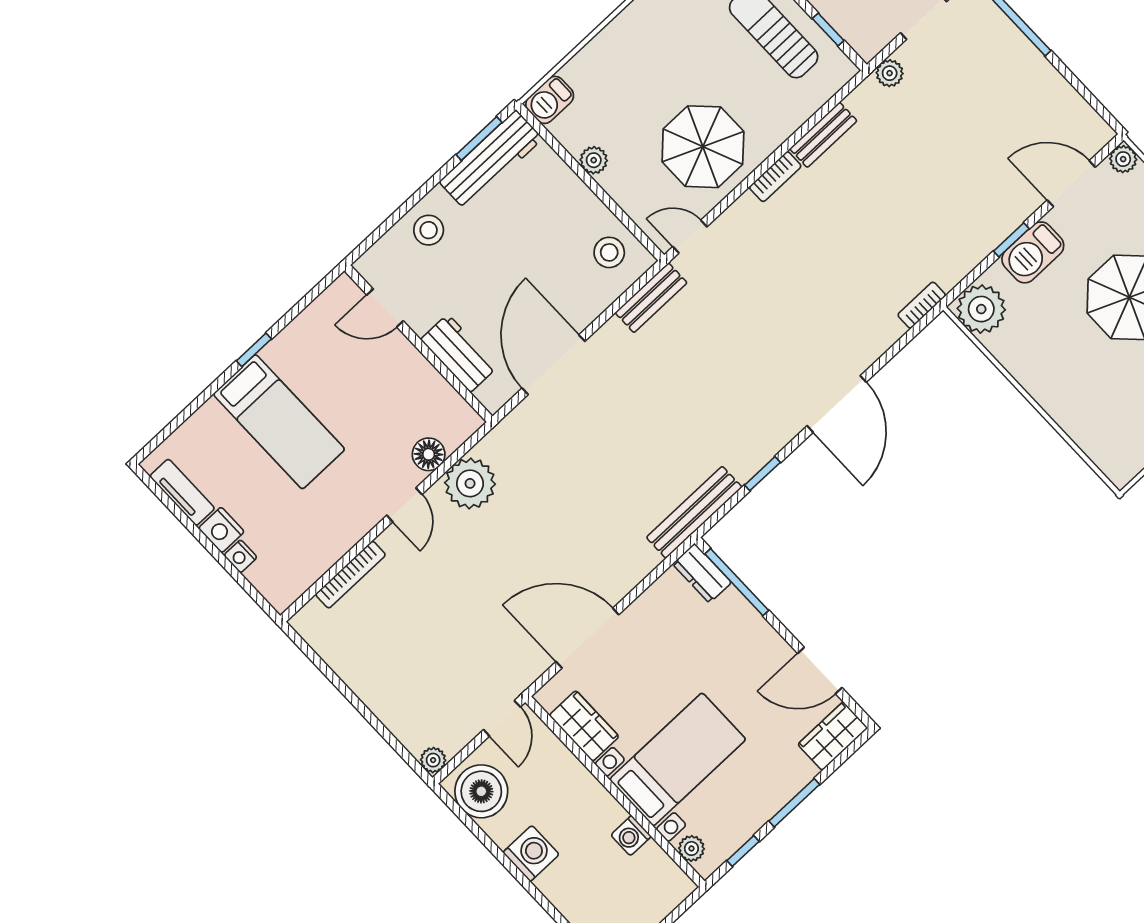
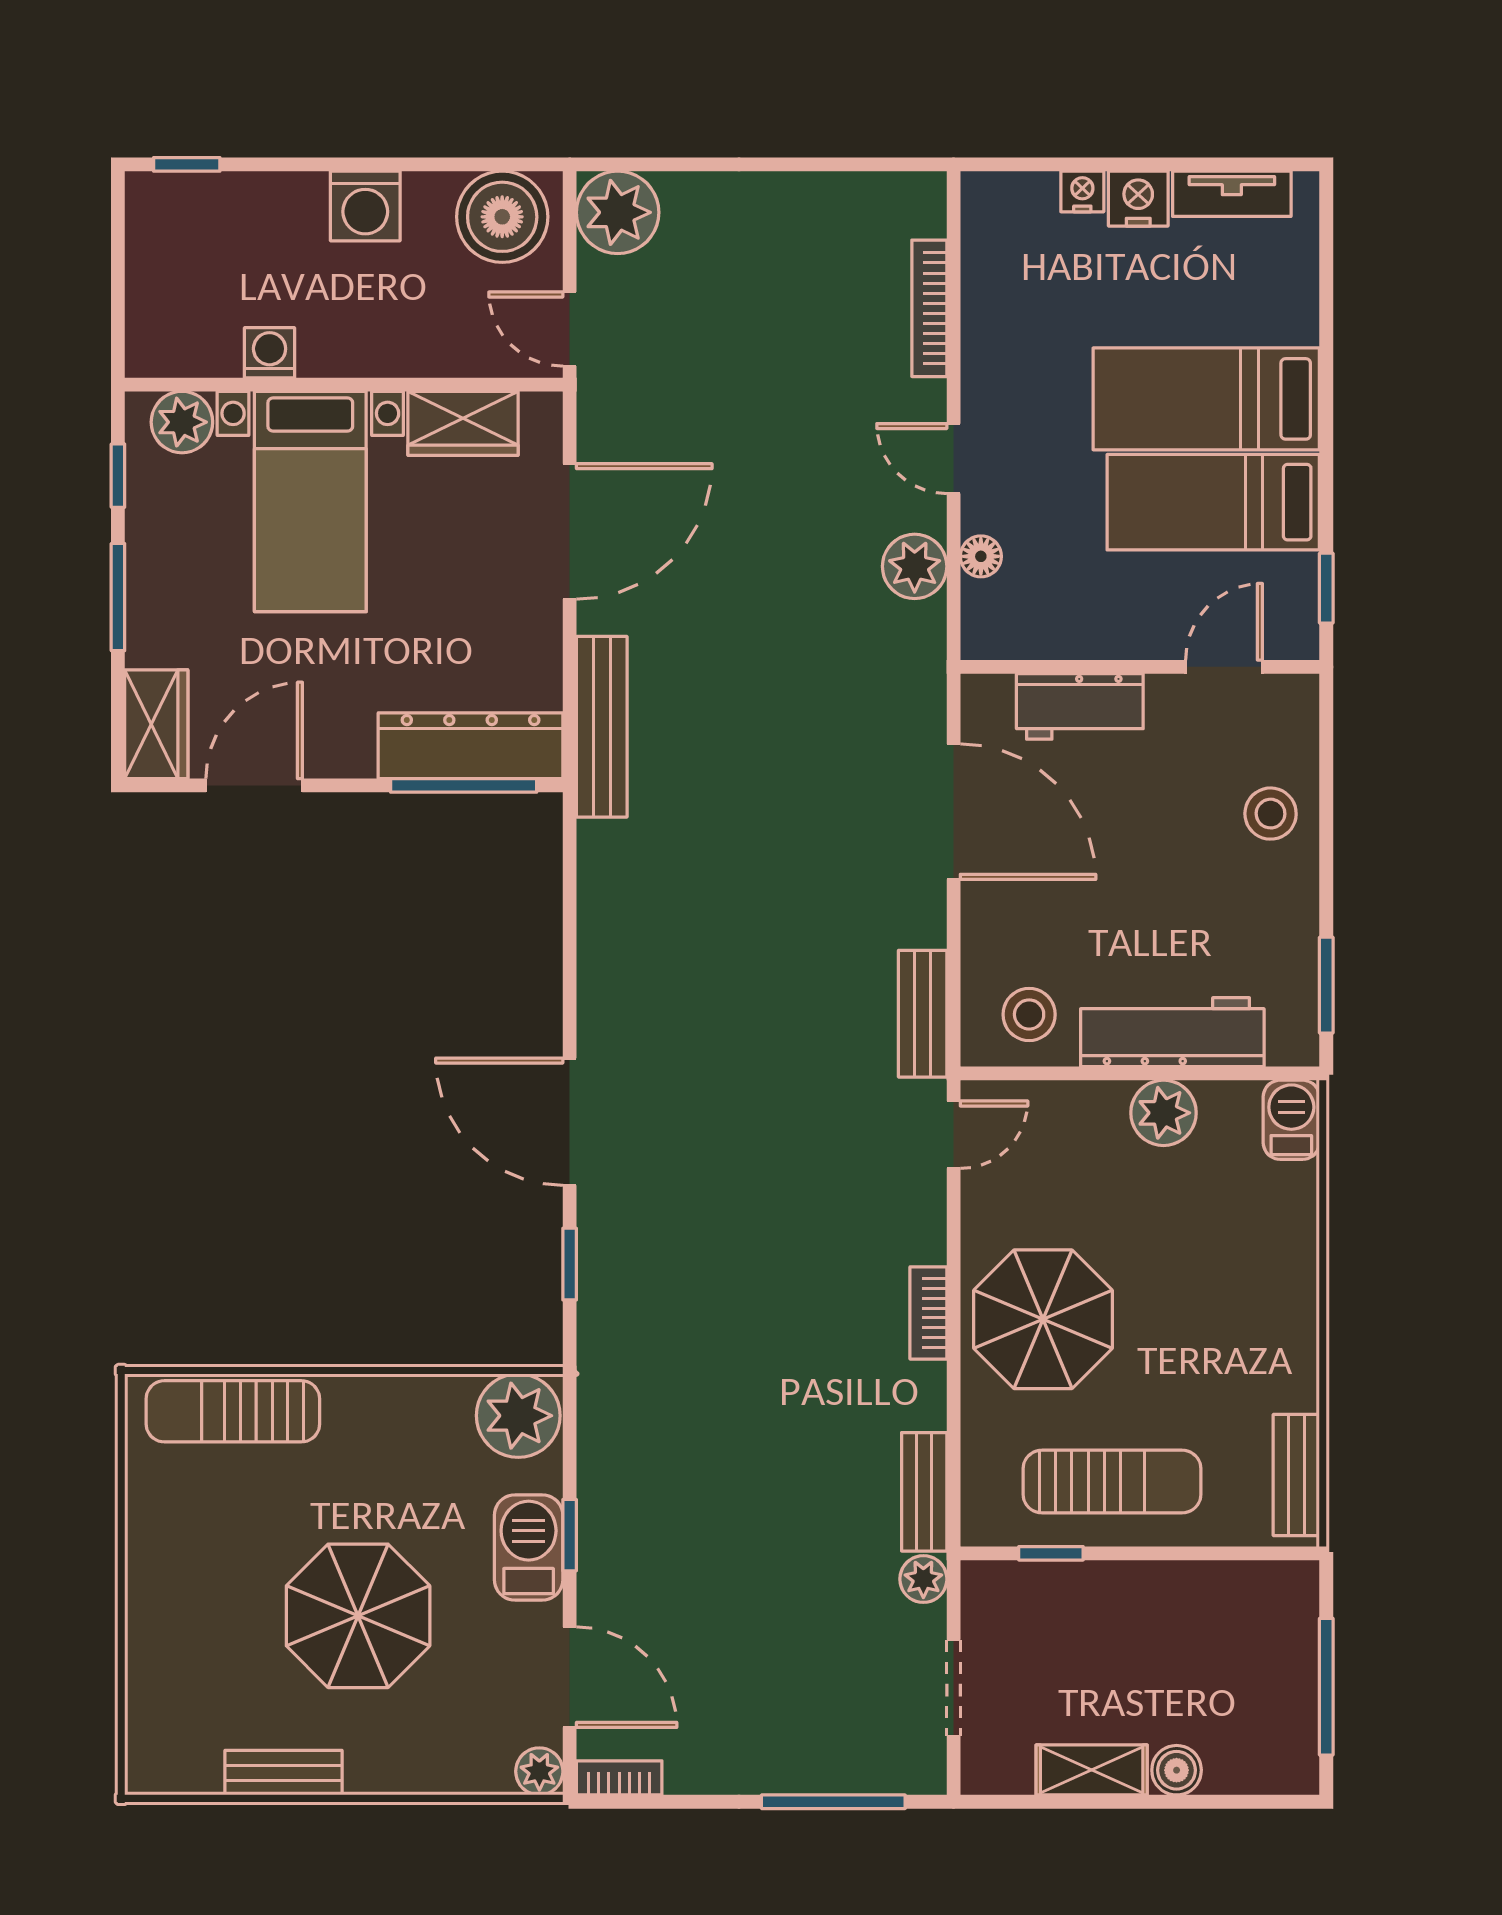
bench: (823, 135) -> (924, 1492), moved
parasol: (703, 147) -> (1043, 1319), moved
workbench: (491, 160) -> (1172, 1032), moved, turned 90
plant: (594, 160) -> (1163, 1113), width x1.38, depth x1.38
door: (1071, 184) -> (570, 1677), hinge flipped
bookcase: (922, 305) -> (619, 1778), moved, turned -90
window: (254, 350) -> (1326, 588), moved
bed: (320, 378) -> (1213, 502), added
sun lounger: (1093, 431) -> (233, 1411), added
floor lamp: (429, 454) -> (981, 556), width x0.73, depth x0.73
window: (762, 474) -> (570, 1264), moved
plant: (470, 483) -> (915, 566), width x0.73, depth x0.73
bench: (694, 512) -> (602, 727), moved
dresser: (702, 573) -> (471, 746), width x1.96, depth x1.24
plant: (433, 760) -> (618, 212), width x1.87, depth x1.87
plant: (691, 848) -> (182, 422), width x1.38, depth x1.38

